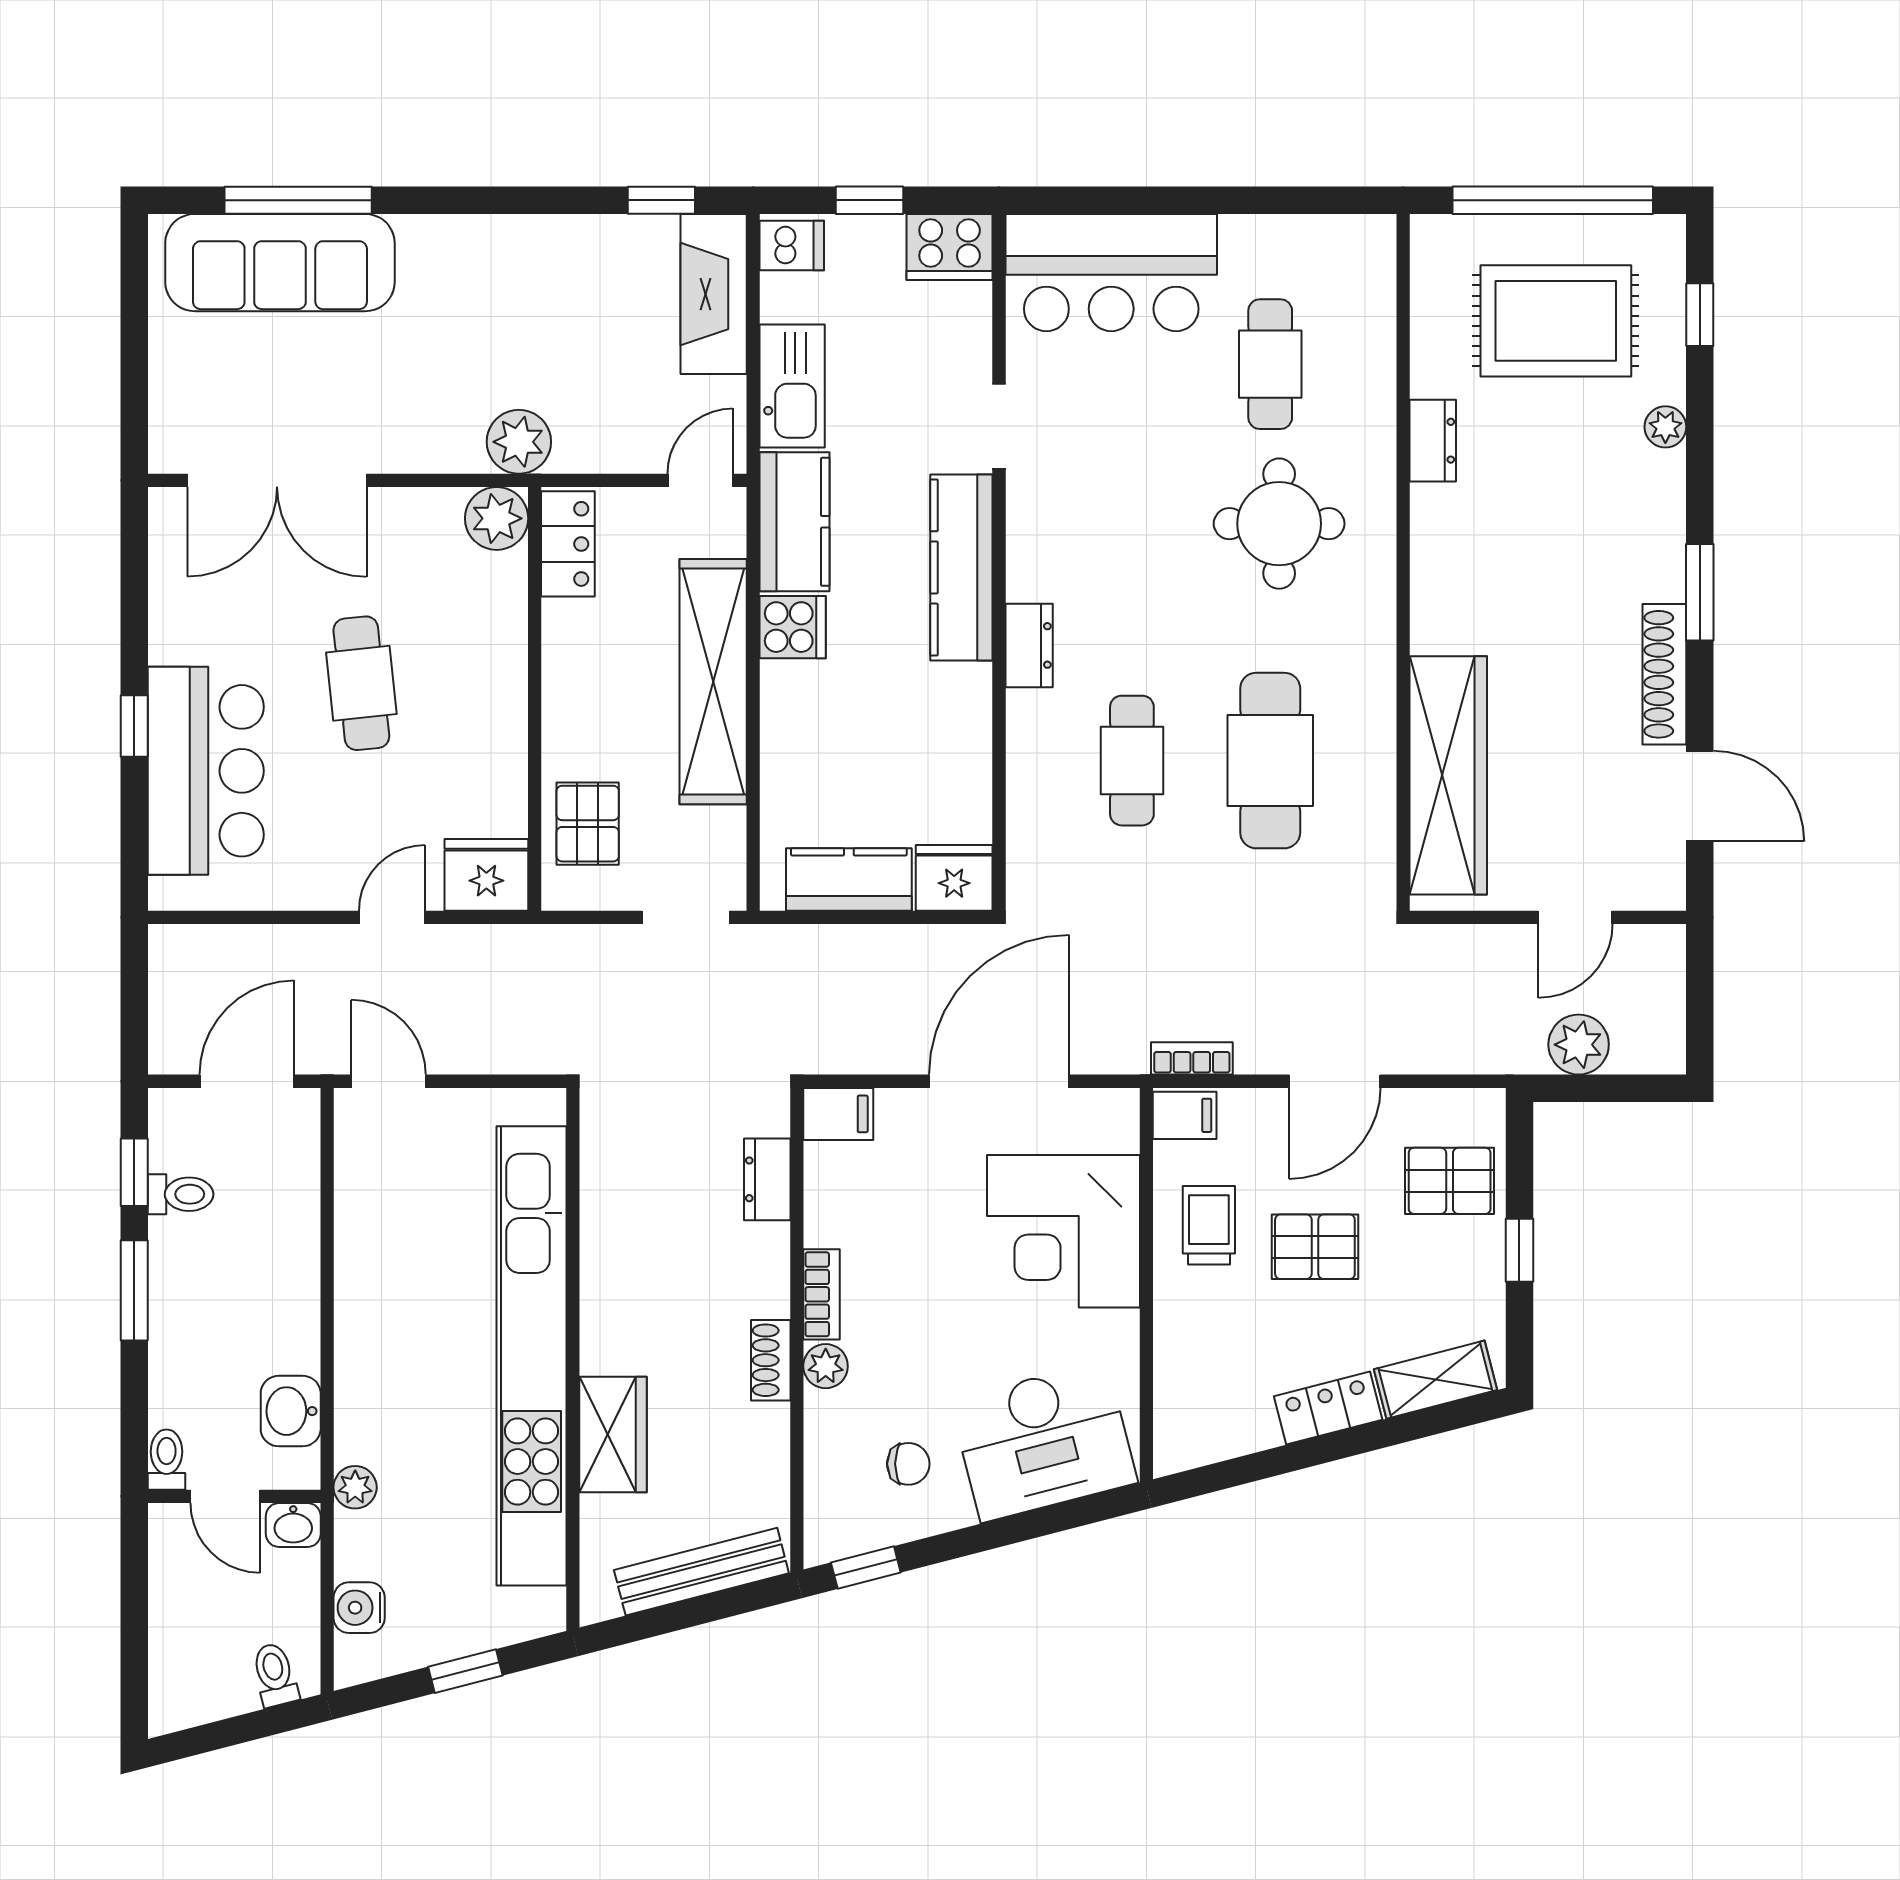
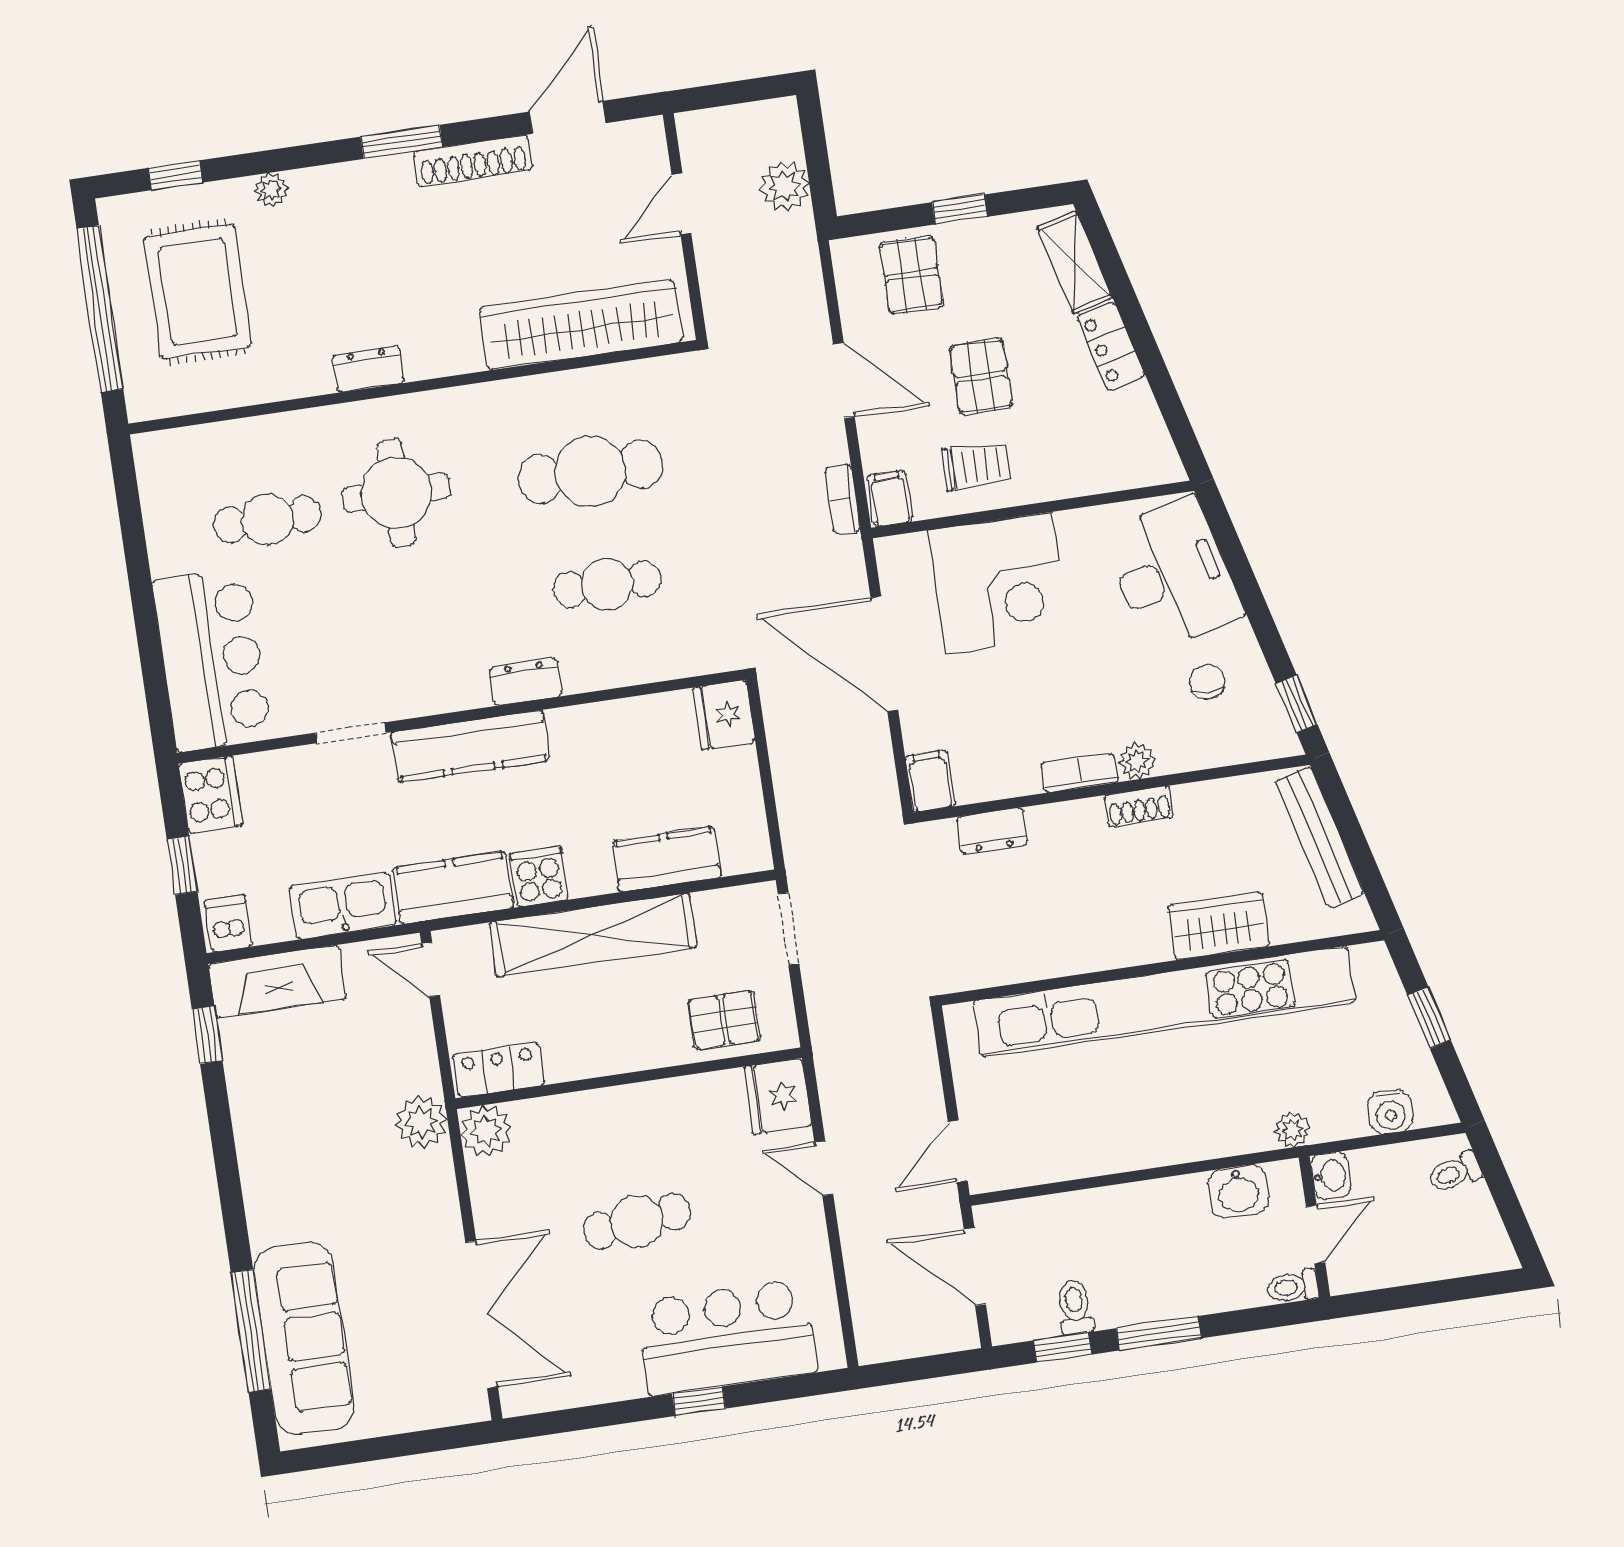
dresser: (1433, 441) -> (368, 369), moved
kitchen counter: (849, 879) -> (667, 859), moved, turned 90
door: (1575, 917) -> (681, 204), swing flipped
trolley: (1209, 1225) -> (976, 466), turned 180

